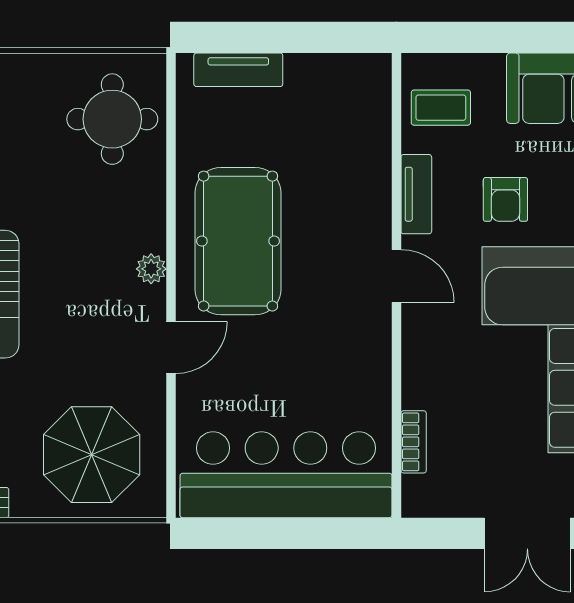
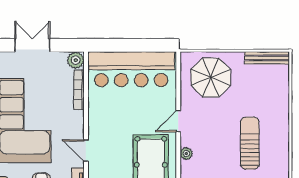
bookcase: (414, 442) -> (79, 90), width x1.56
plant: (422, 497) -> (76, 60), added

